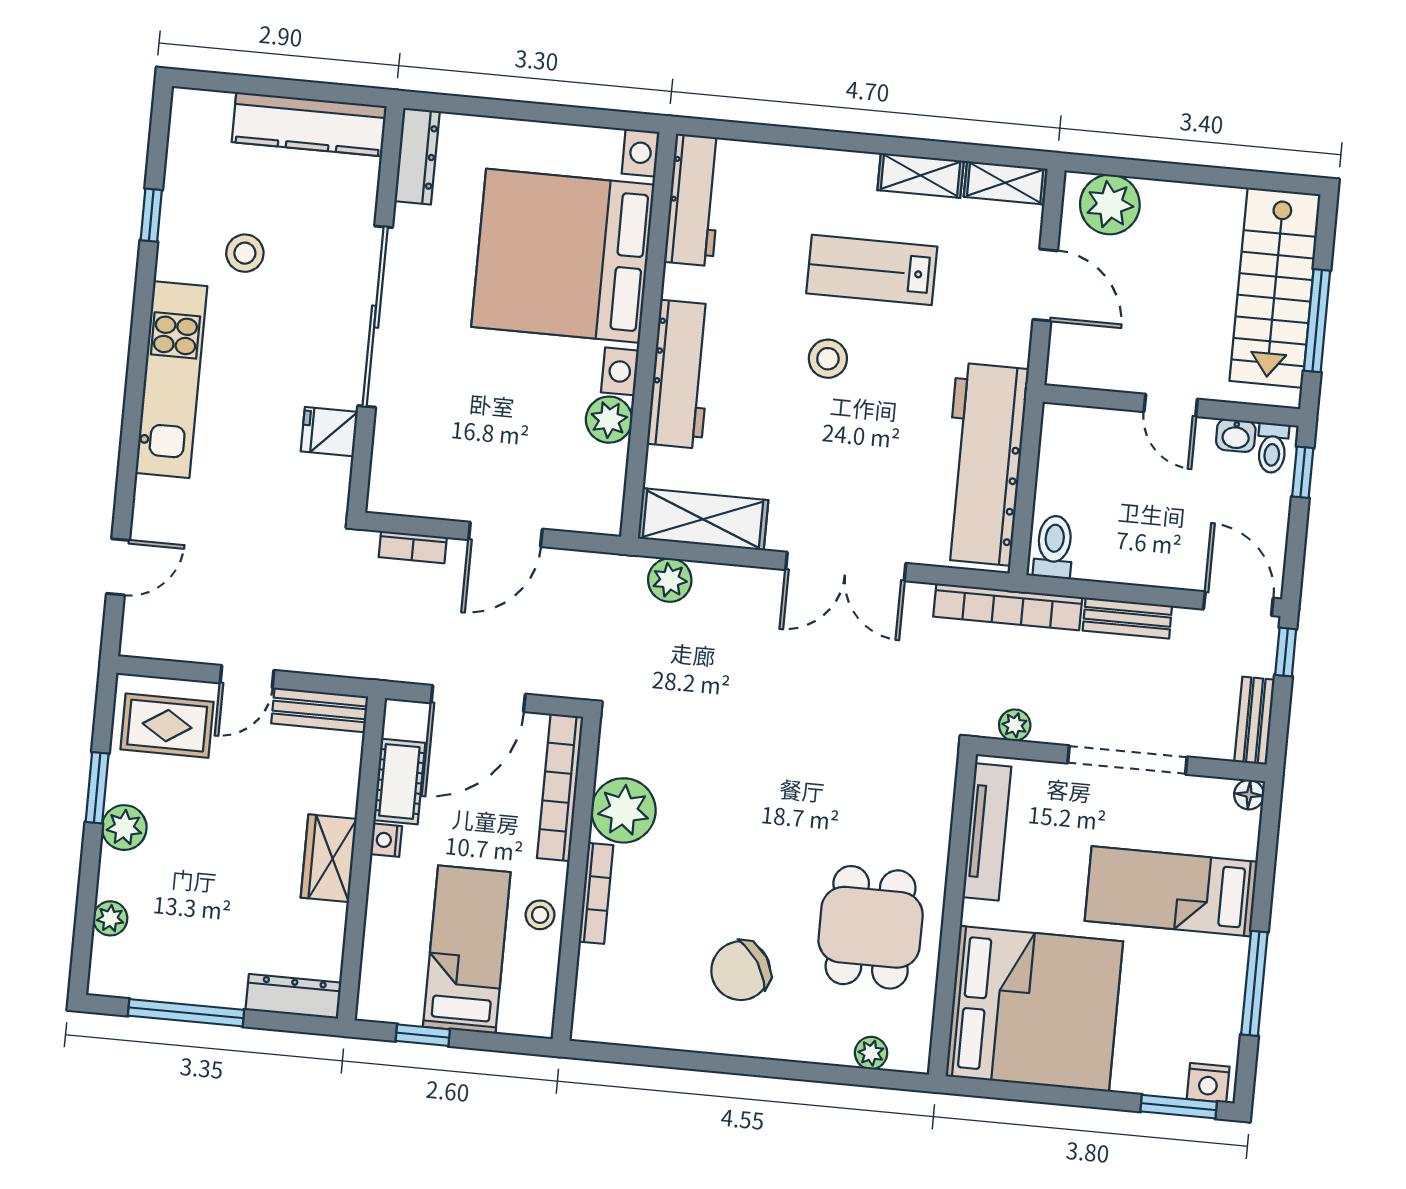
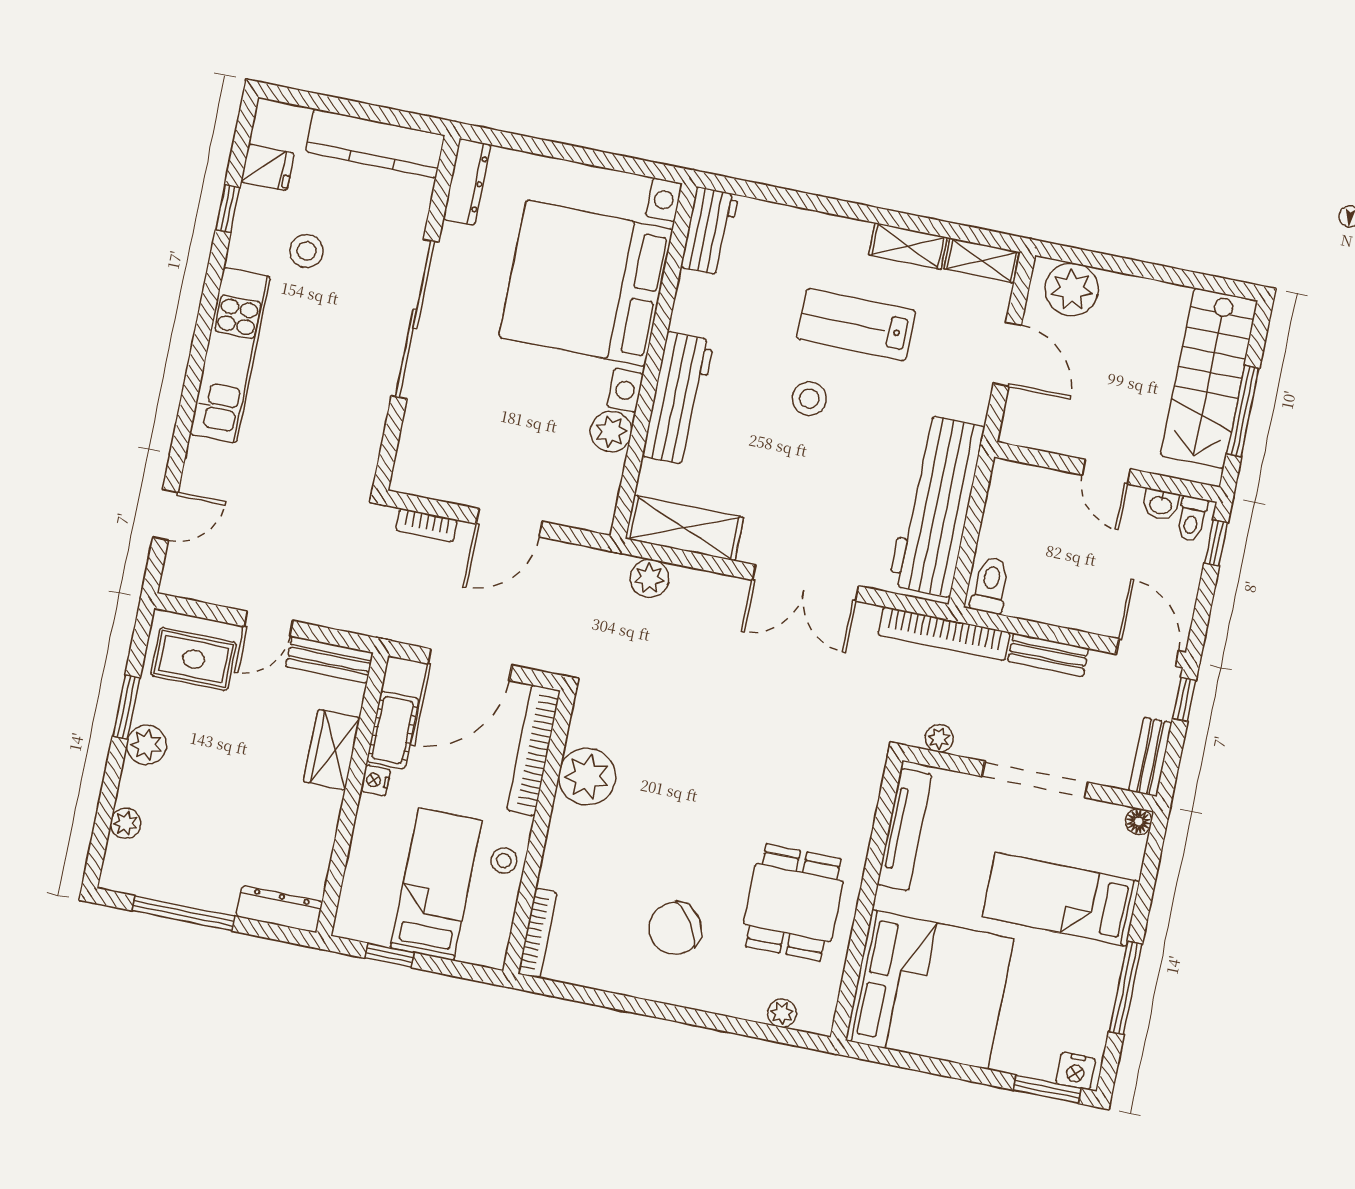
workbench: (694, 200) -> (710, 231), width x0.73
fridge: (329, 432) -> (268, 167), moved, turned 180
wardrobe: (329, 858) -> (332, 750), moved
bookcase: (596, 893) -> (538, 933), moved

